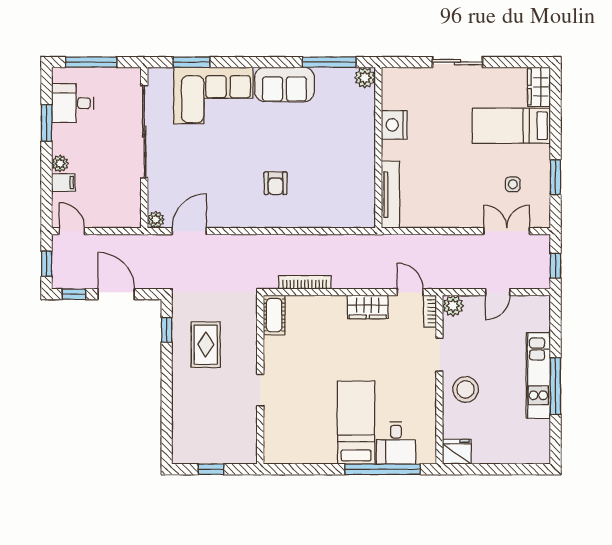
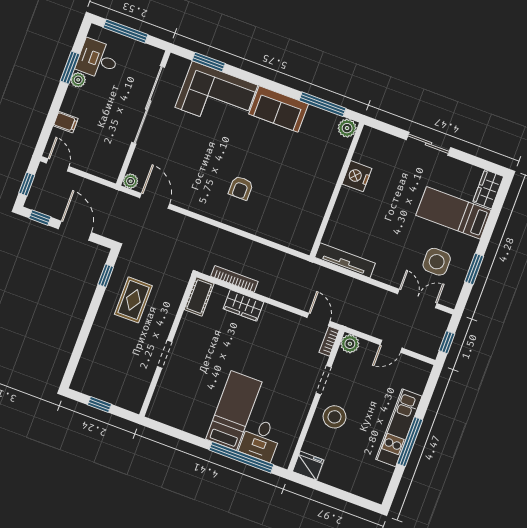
plant: (60, 164) -> (78, 80), moved
side table: (513, 184) -> (437, 262), width x1.87, depth x1.87
tv unit: (390, 195) -> (345, 260), moved, turned -90
door: (189, 231) -> (155, 201), hinge flipped
wardrobe: (368, 307) -> (244, 305), moved

